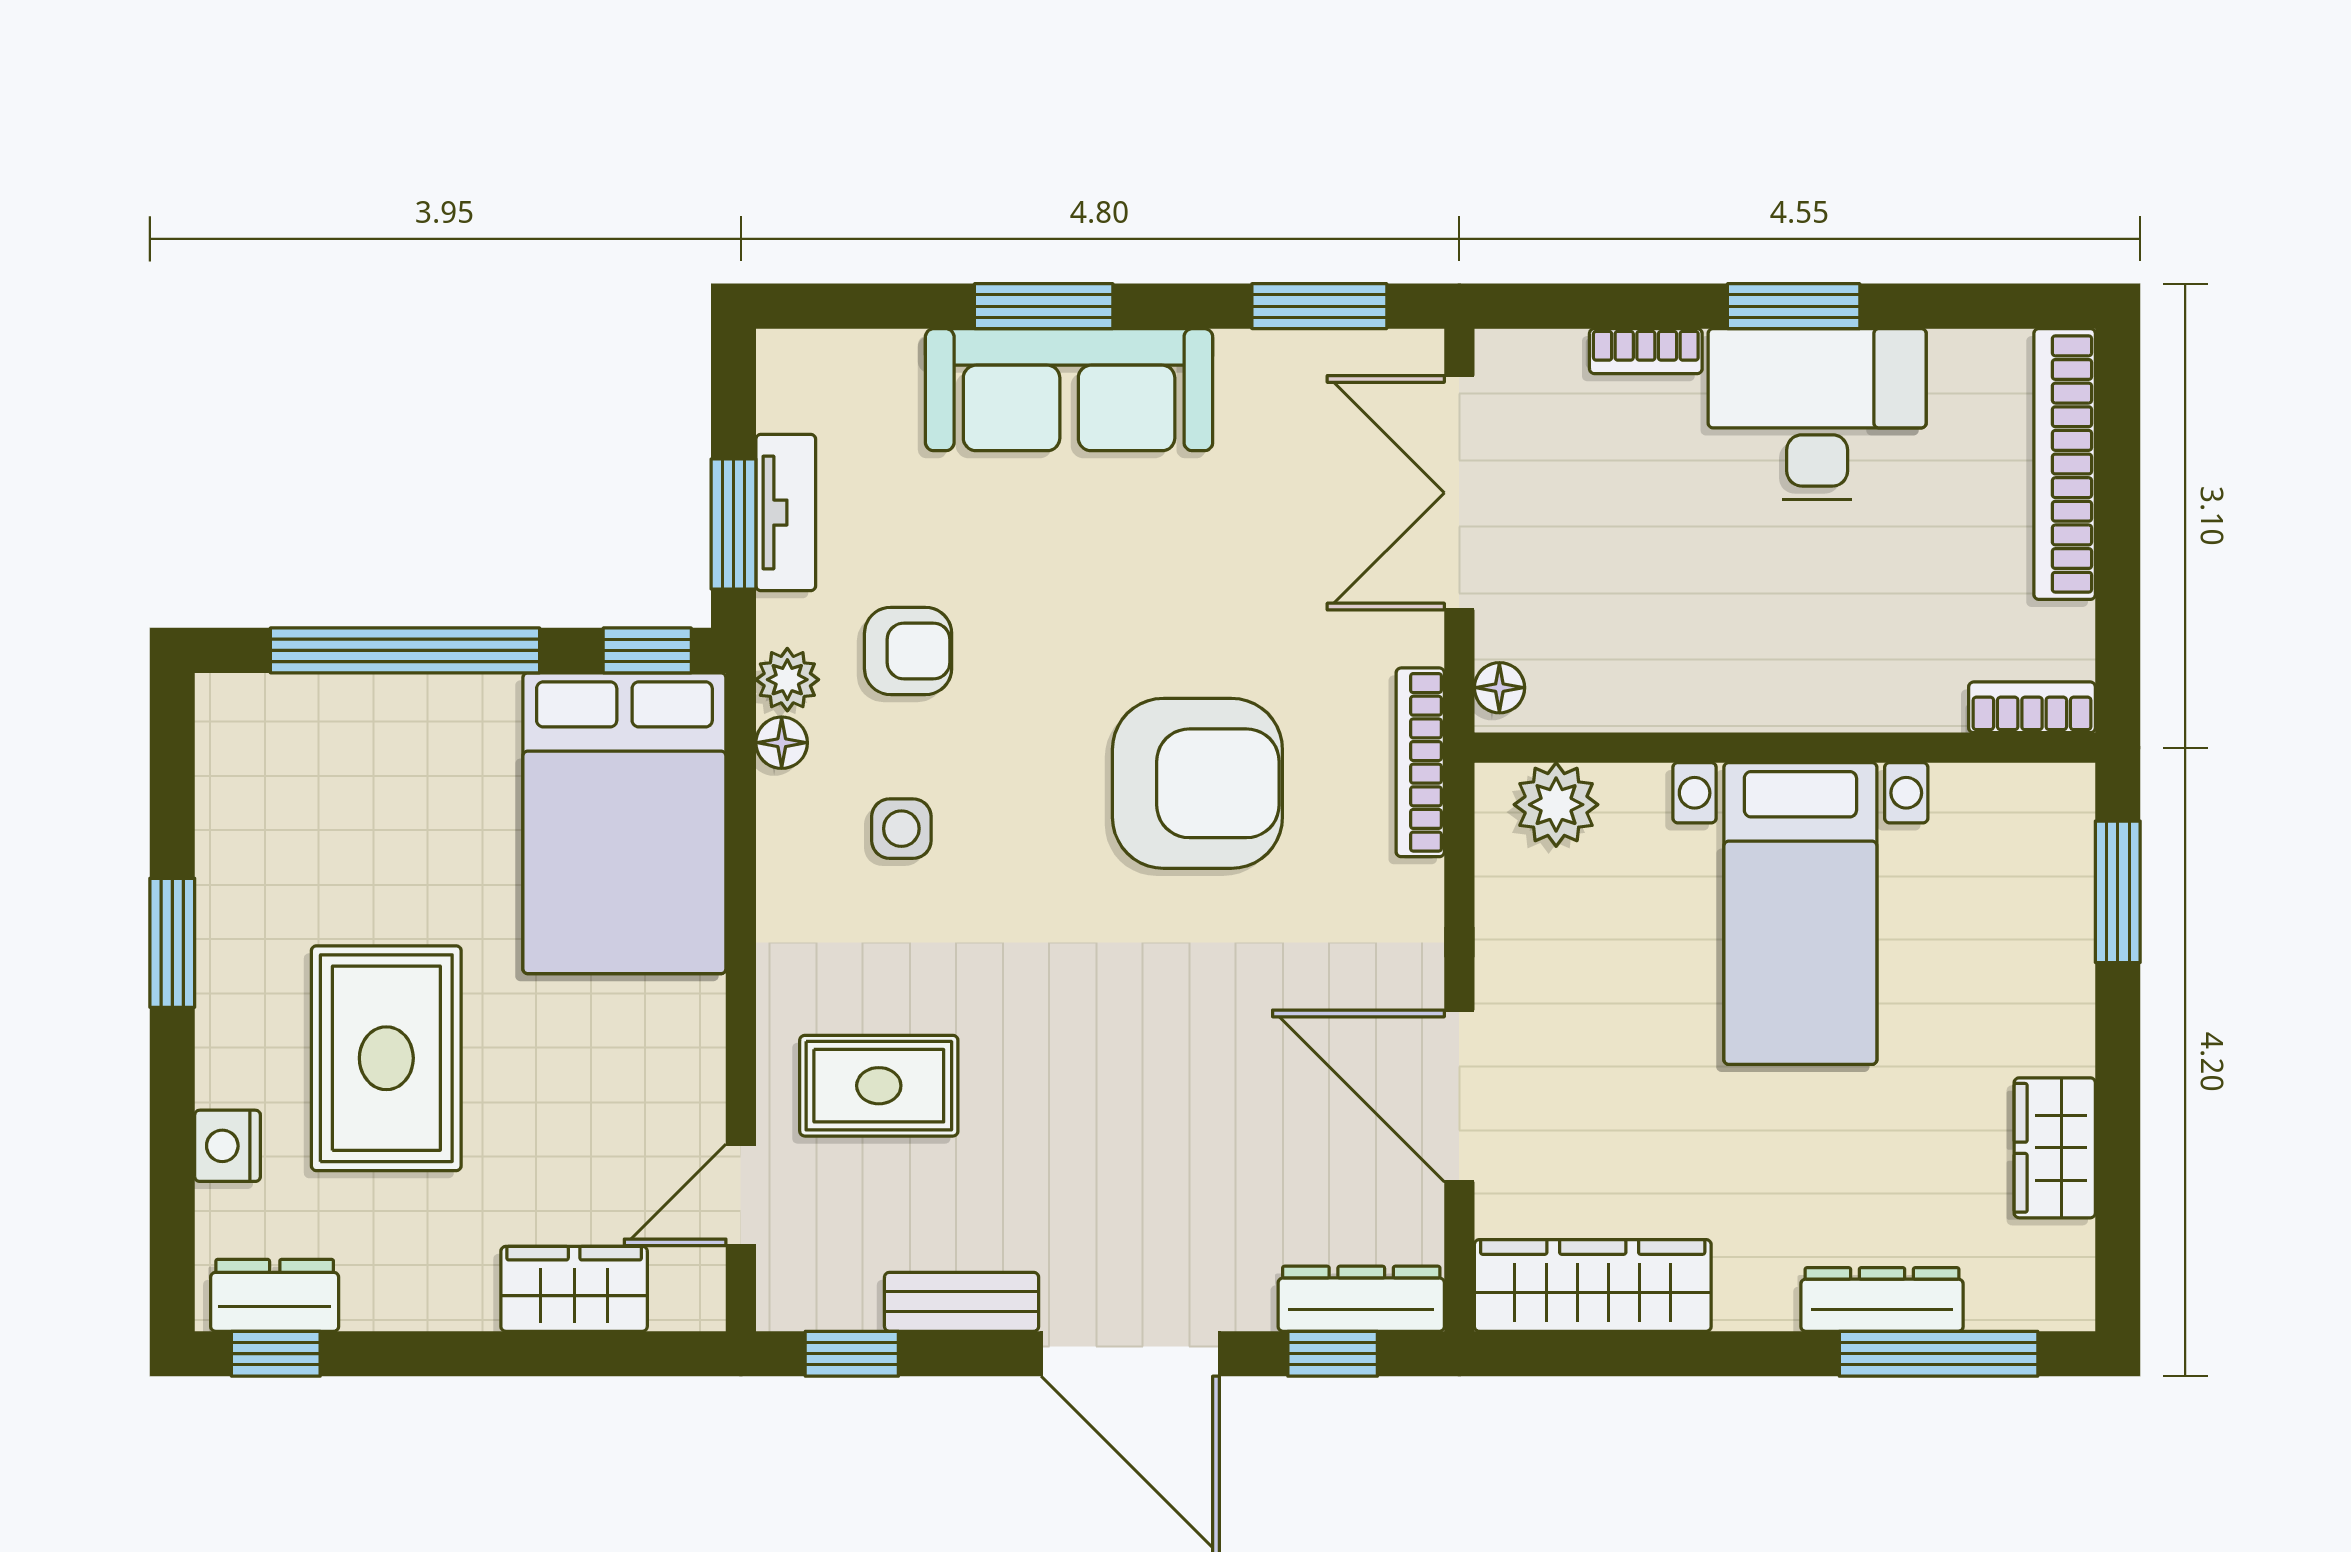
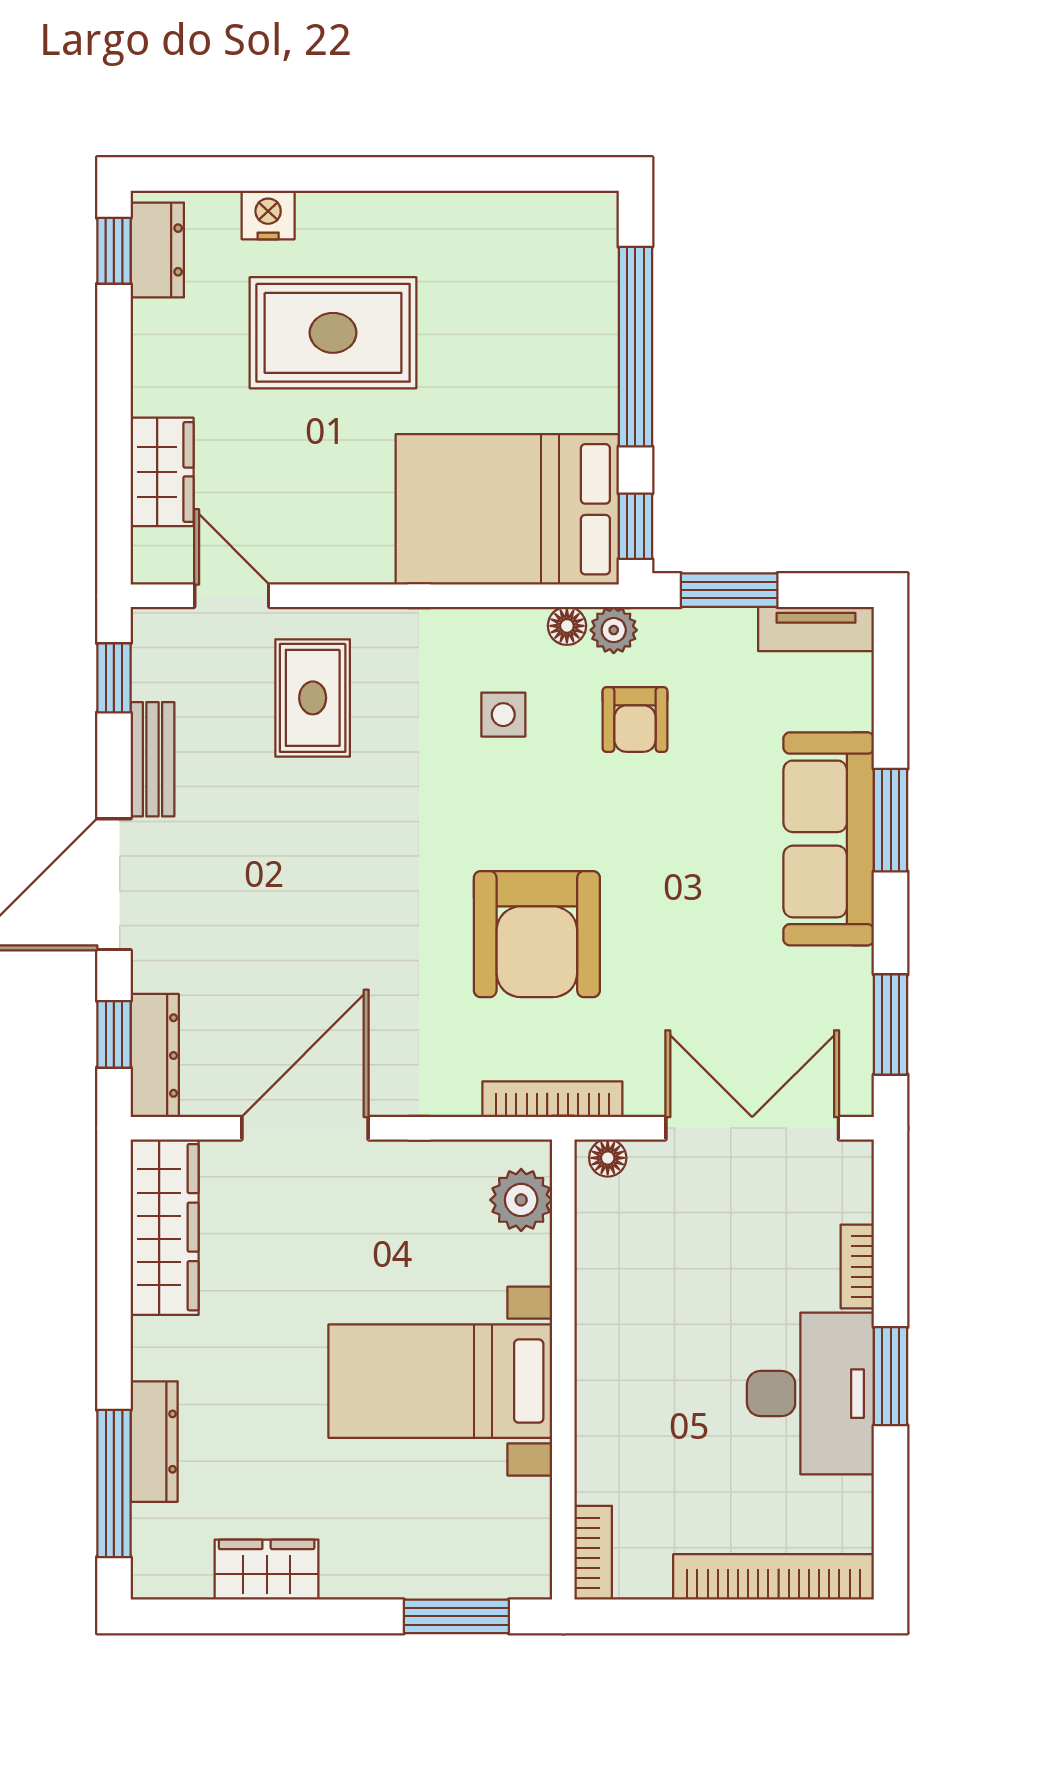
tv unit: (786, 513) -> (816, 629), moved
window: (172, 943) -> (419, 174), removed

